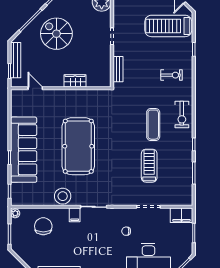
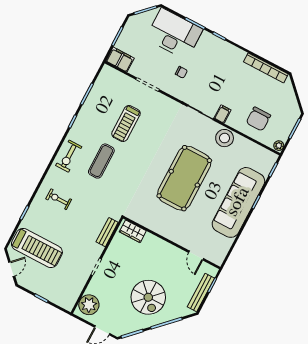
wardrobe: (75, 81) -> (133, 231), moved
exercise bike: (182, 115) -> (69, 156), turned 180

